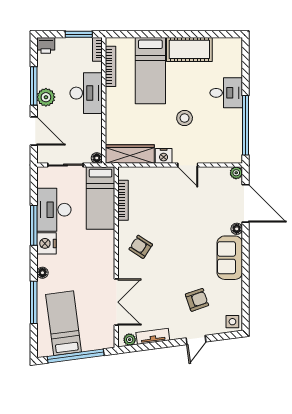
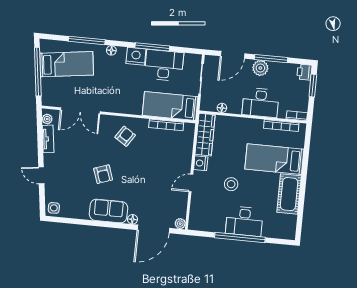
window: (79, 34) -> (313, 86), moved
desk: (226, 93) -> (244, 221), width x1.37
window: (246, 125) -> (240, 237), moved
floor lamp: (97, 158) -> (222, 108), moved
armchair: (197, 300) -> (103, 174), moved

